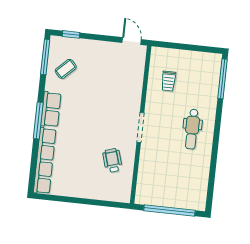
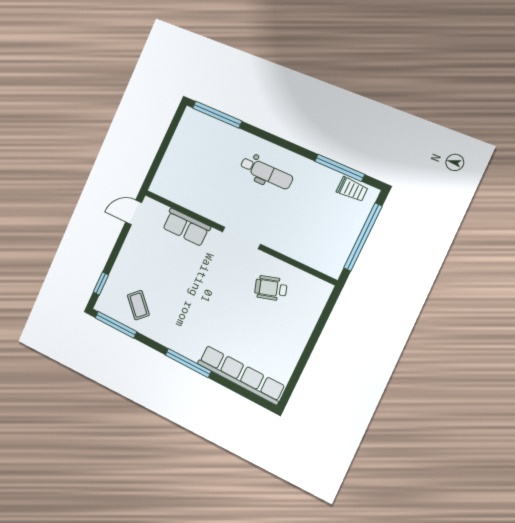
trolley: (169, 81) -> (352, 189), moved
row of seats: (51, 109) -> (186, 227), moved, turned 180
window: (212, 179) -> (340, 168), added

